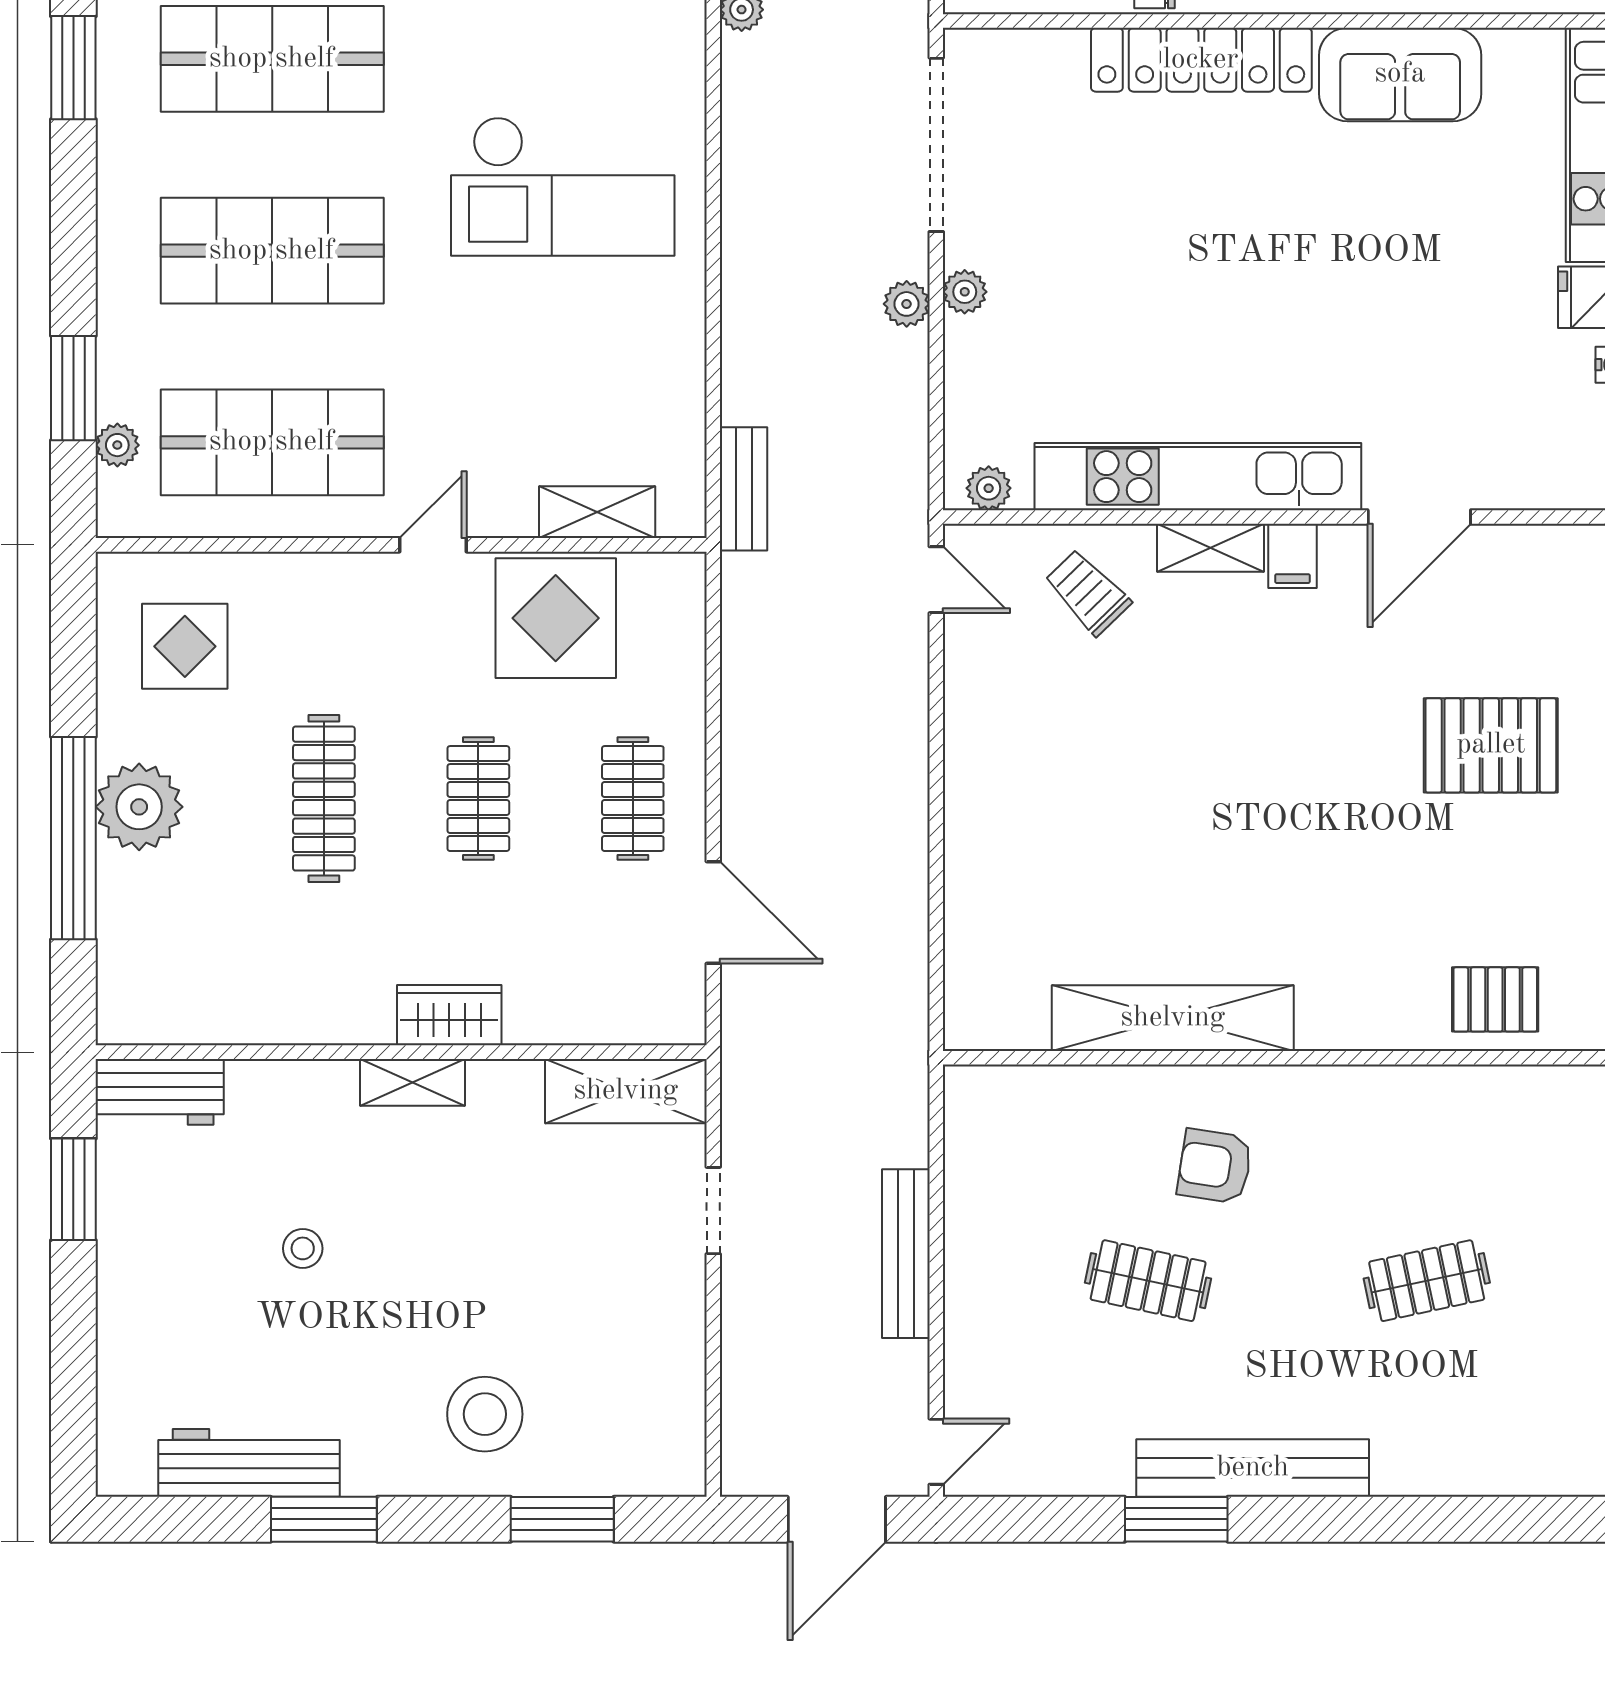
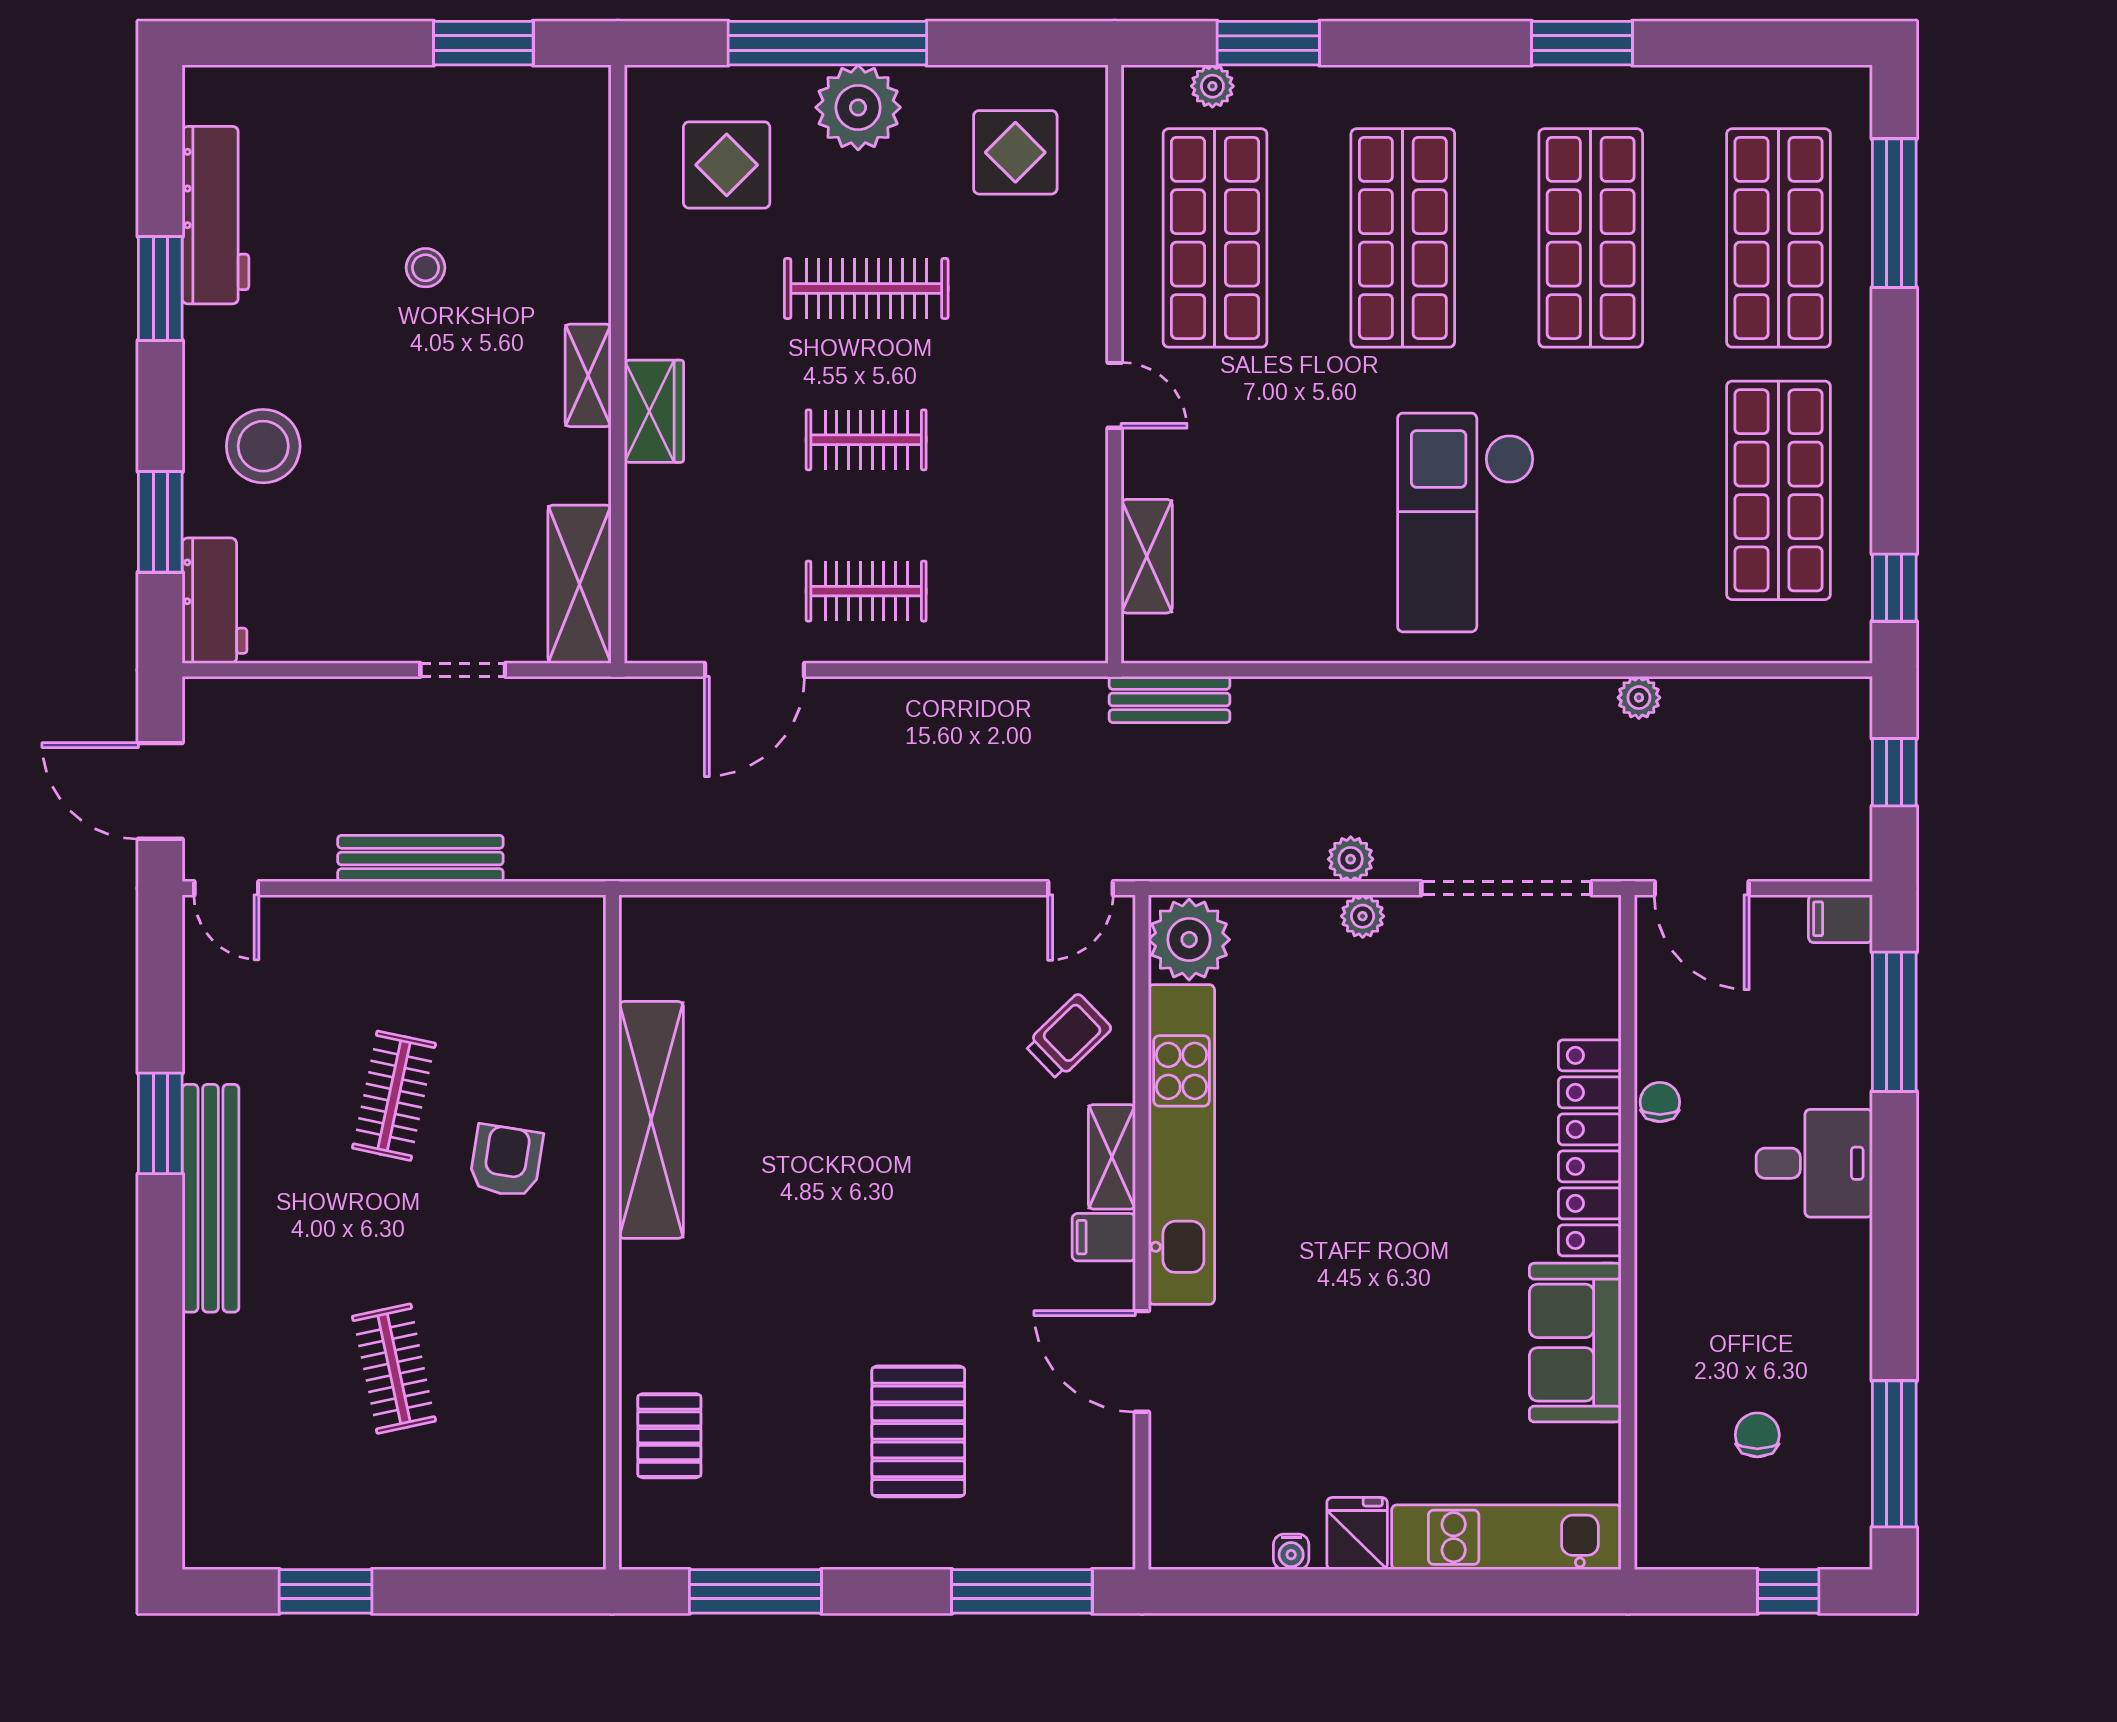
plant: (989, 488) -> (1189, 940), width x1.87, depth x1.87
display table: (556, 618) -> (727, 165), moved, width x0.73, depth x0.73
workbench: (160, 1092) -> (215, 601), moved, turned 180

